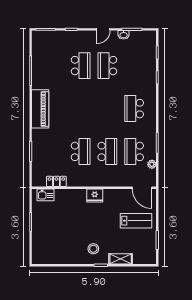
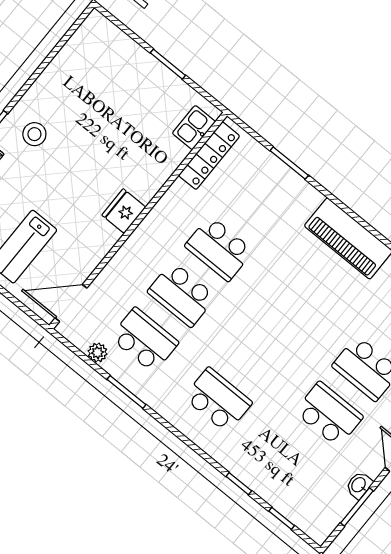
locker: (56, 181) -> (209, 156), width x1.53

